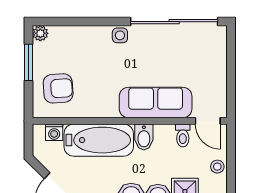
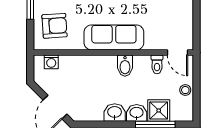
sofa: (156, 103) -> (114, 37), moved
bathtub: (99, 140) -> (88, 68), removed

